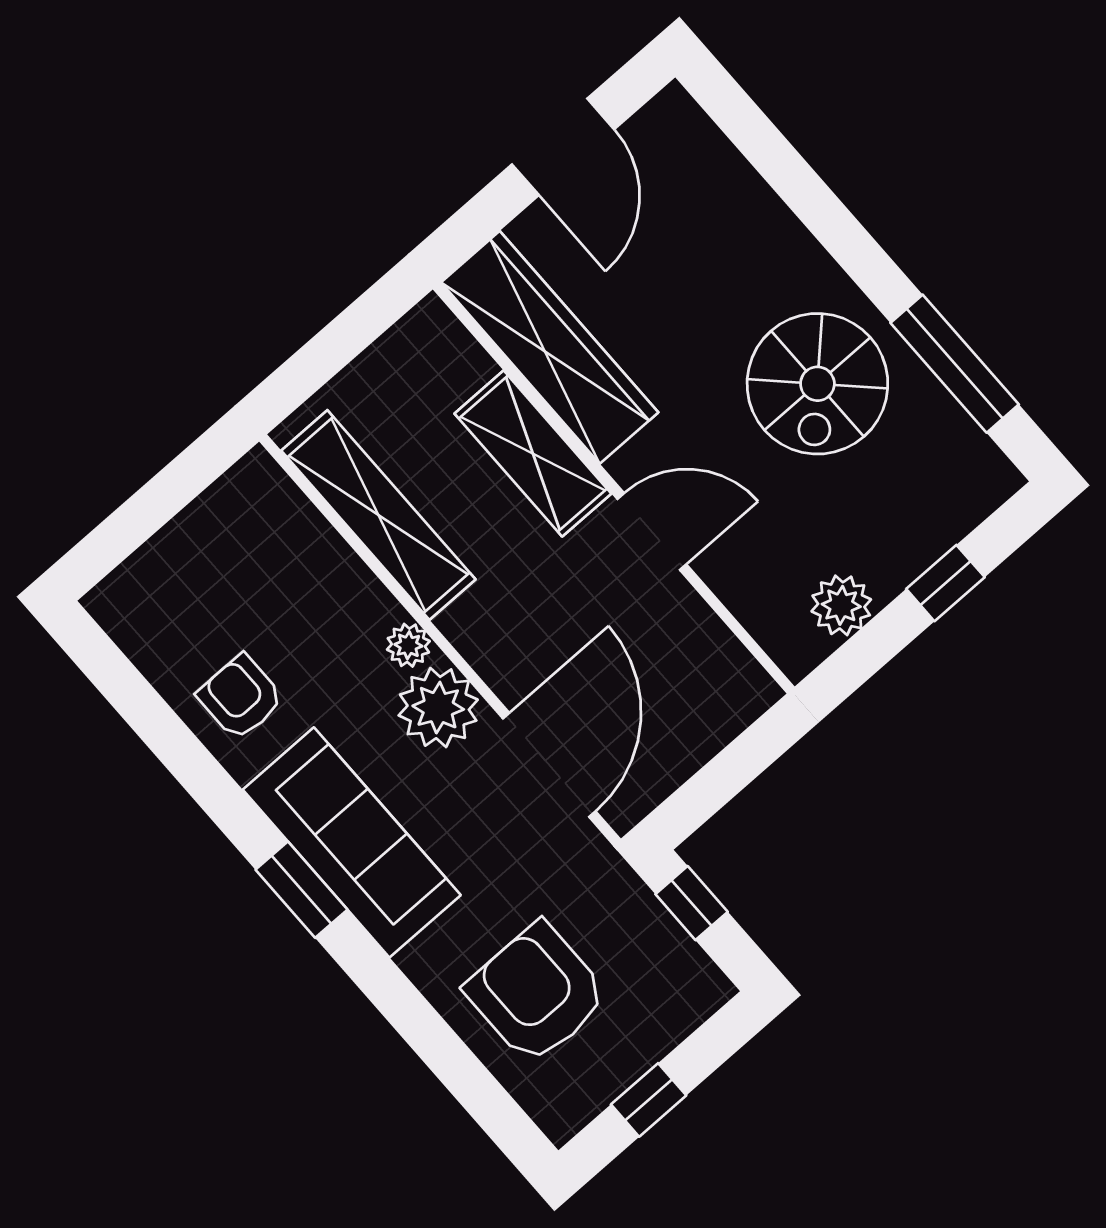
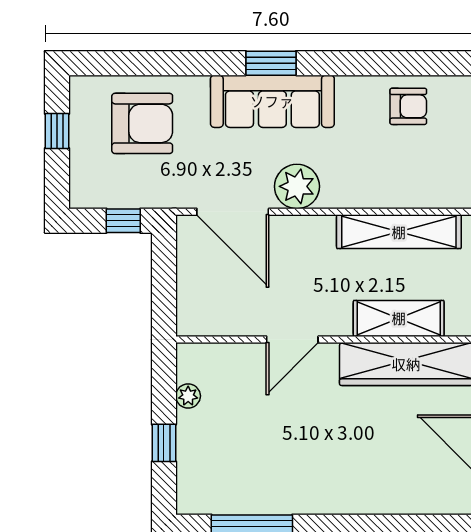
spiral stairs: (817, 384) -> (294, 462), removed
shelving: (533, 454) -> (399, 318), moved
plant: (841, 605) -> (188, 396), width x0.73, depth x0.73
plant: (408, 645) -> (334, 197), removed
armchair: (240, 697) -> (408, 106), moved

